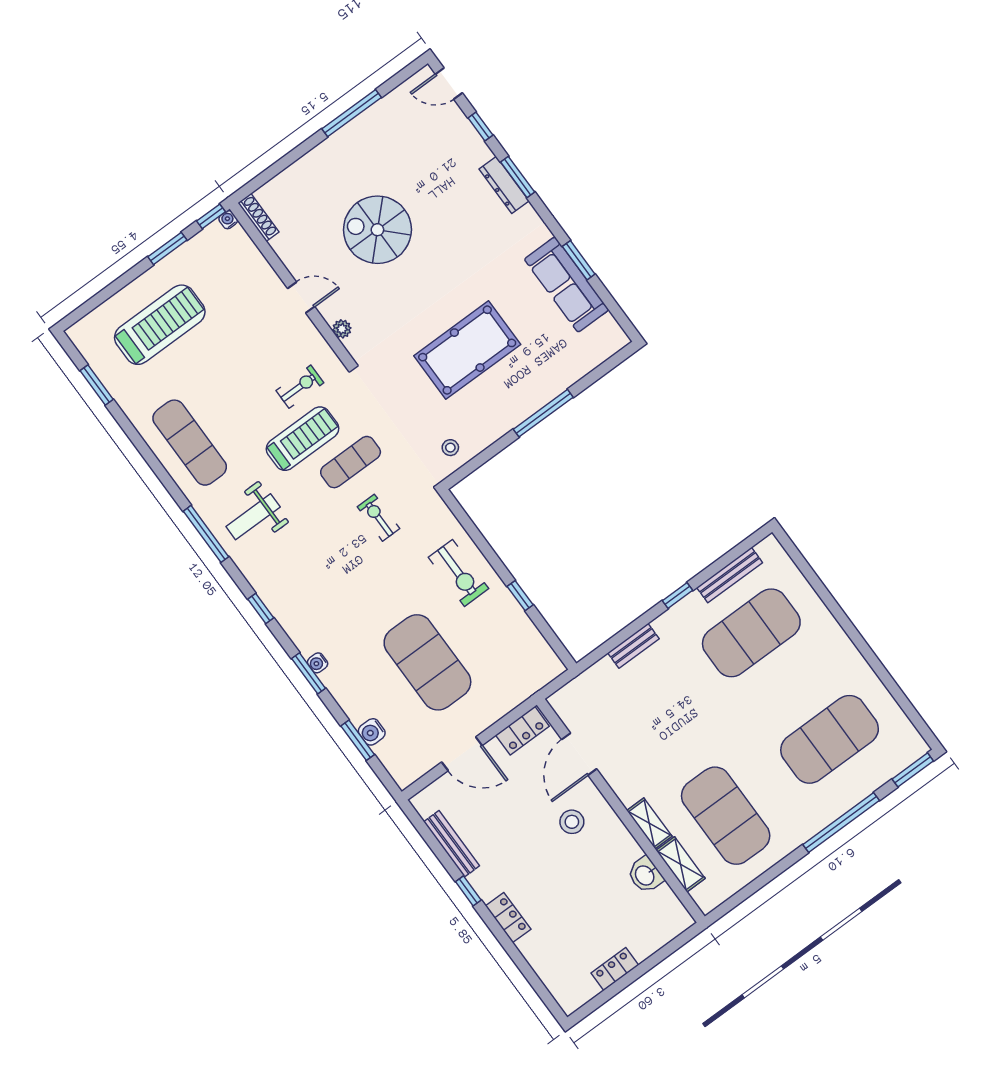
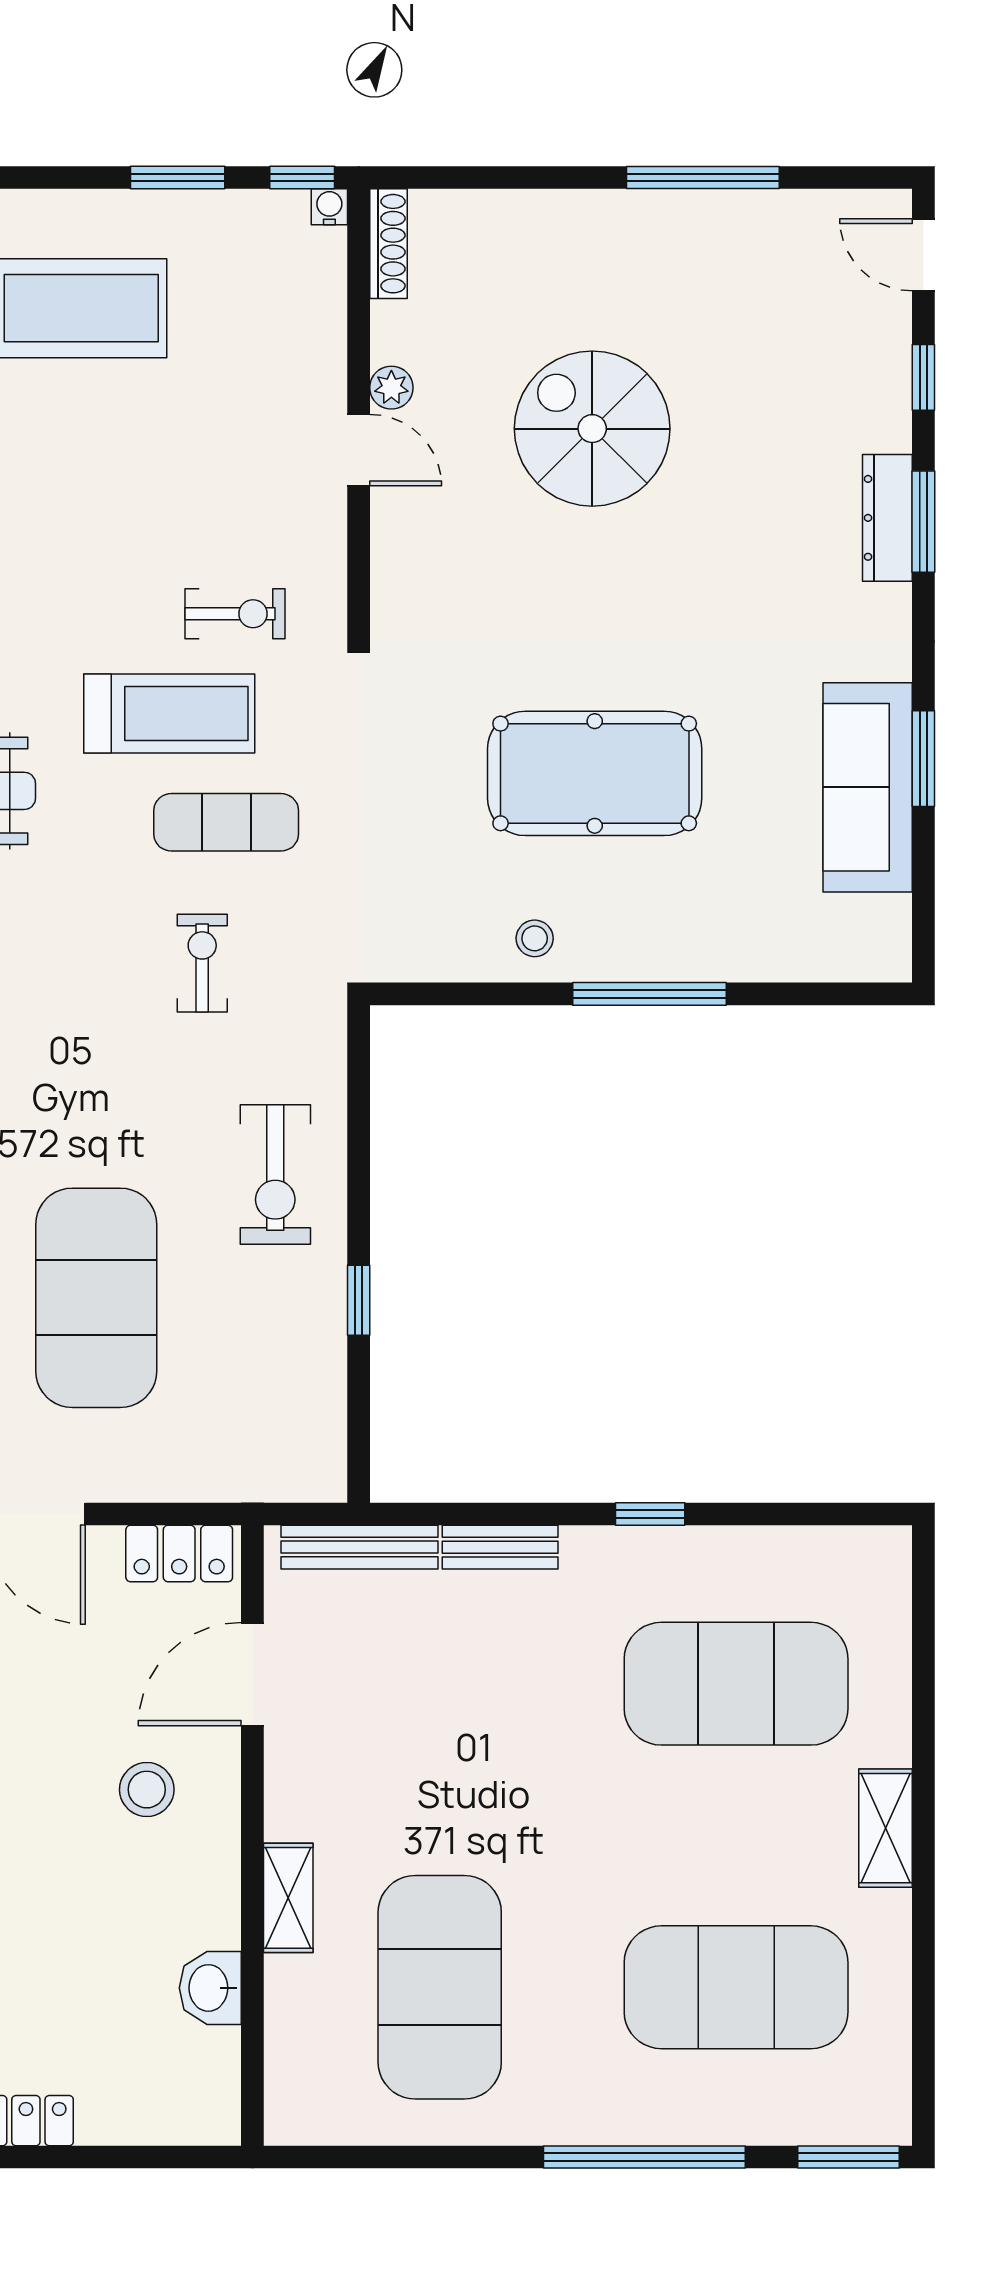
plant: (342, 329) -> (391, 388), moved
stool: (450, 448) -> (535, 938), moved
bench: (730, 575) -> (359, 1547), moved
shelving: (681, 864) -> (886, 1828), moved

